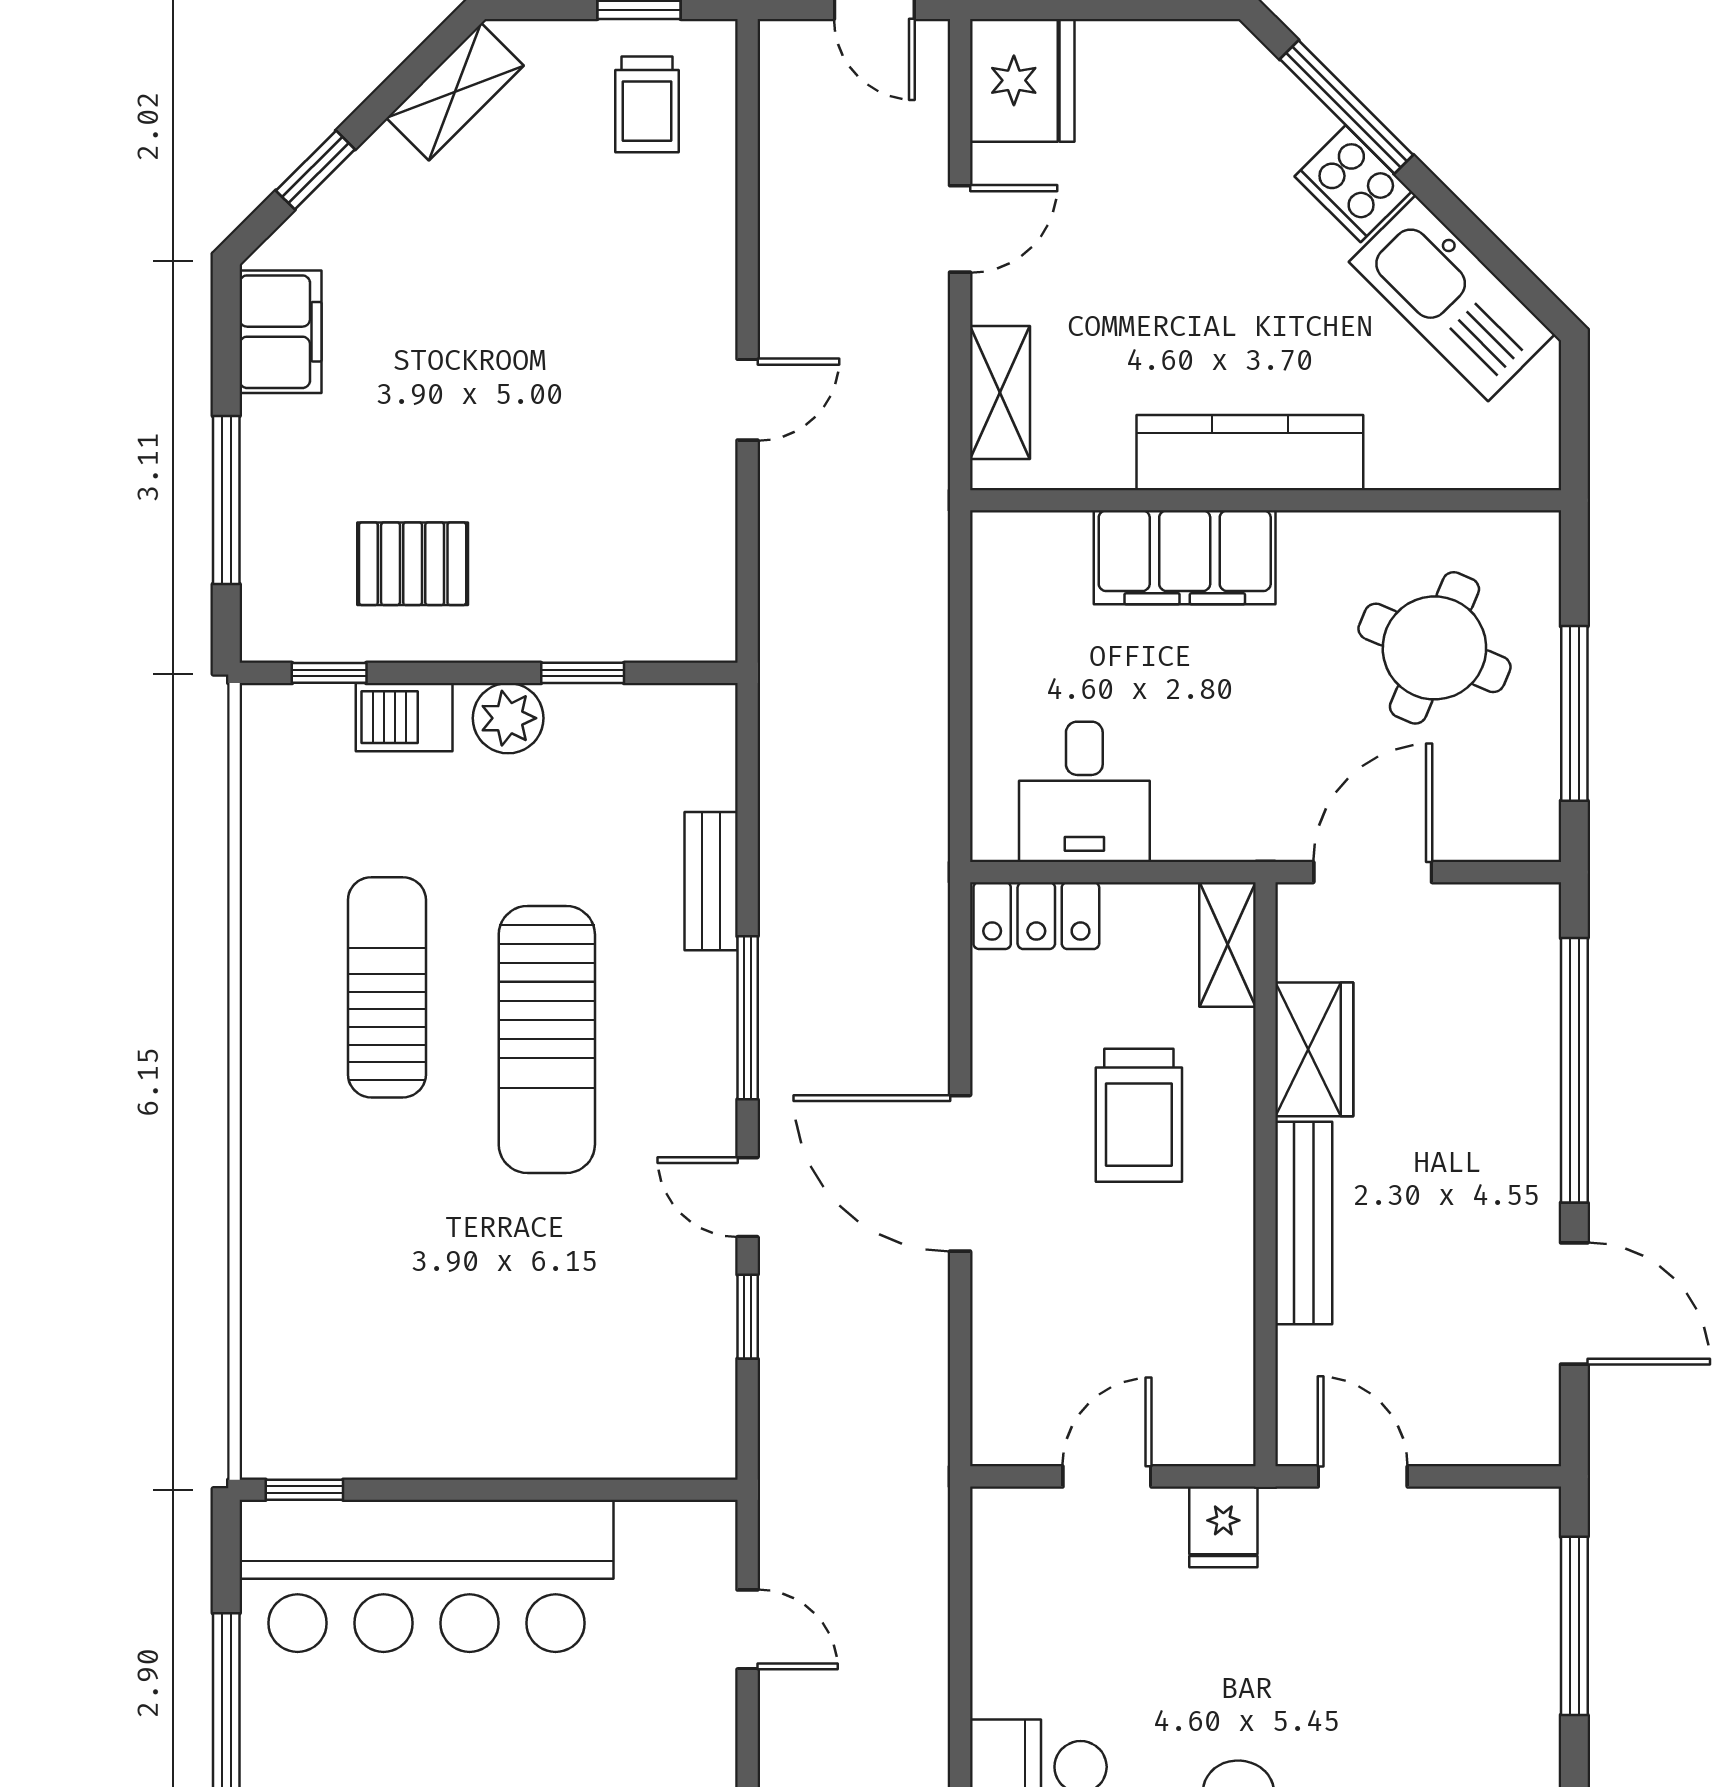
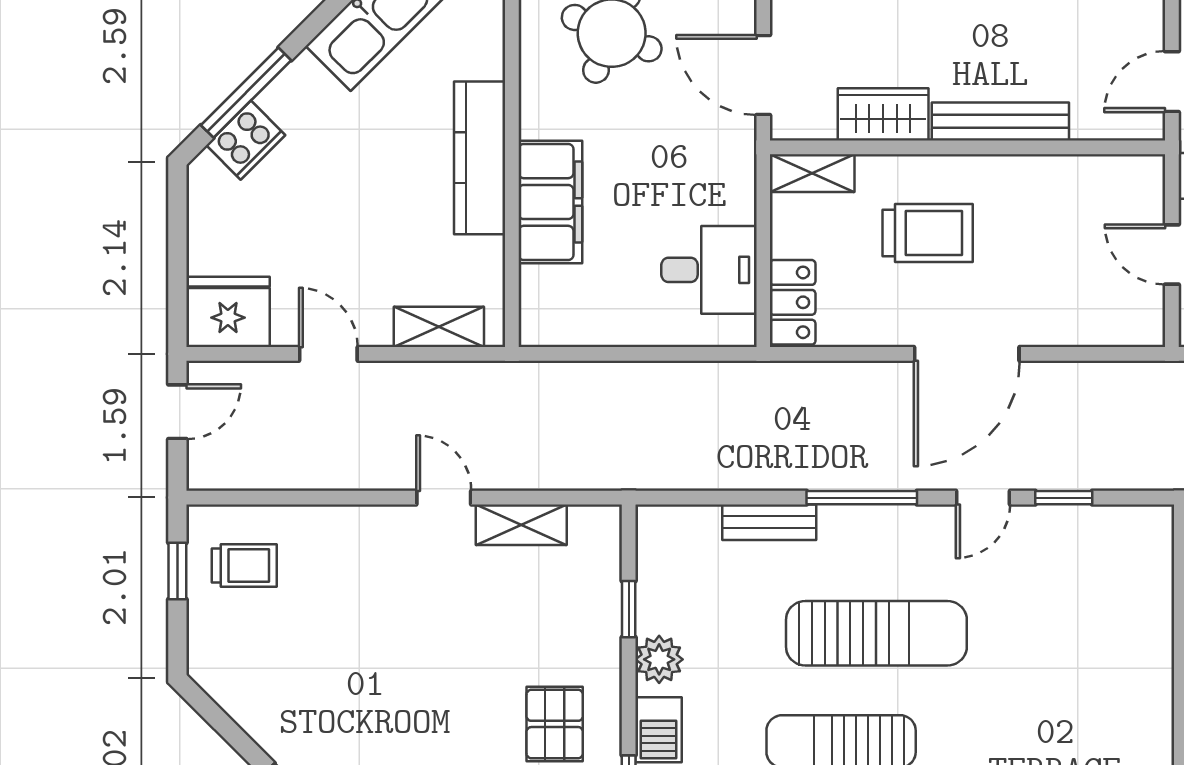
shelving: (455, 92) -> (521, 525), moved, turned -45
cooker: (1353, 184) -> (246, 140), moved

